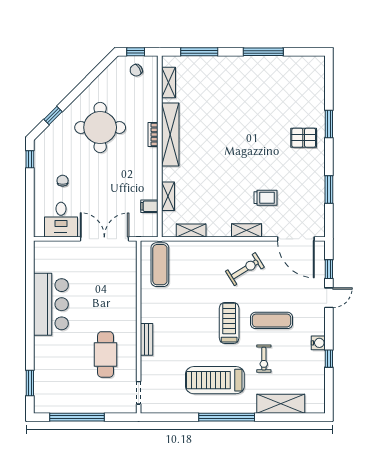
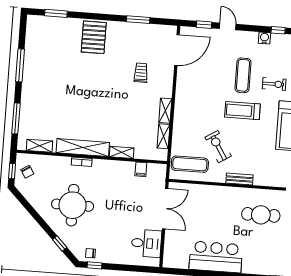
window: (329, 124) -> (56, 13), moved
pallet: (304, 138) -> (94, 37), width x1.50, depth x1.42
chair: (63, 181) -> (90, 253), moved
shelving: (168, 196) -> (122, 152), moved
shelving: (247, 230) -> (165, 111), moved
double door: (104, 239) -> (165, 209), swing flipped
exercise bike: (245, 269) -> (218, 147), moved
bench: (147, 339) -> (239, 179), moved

